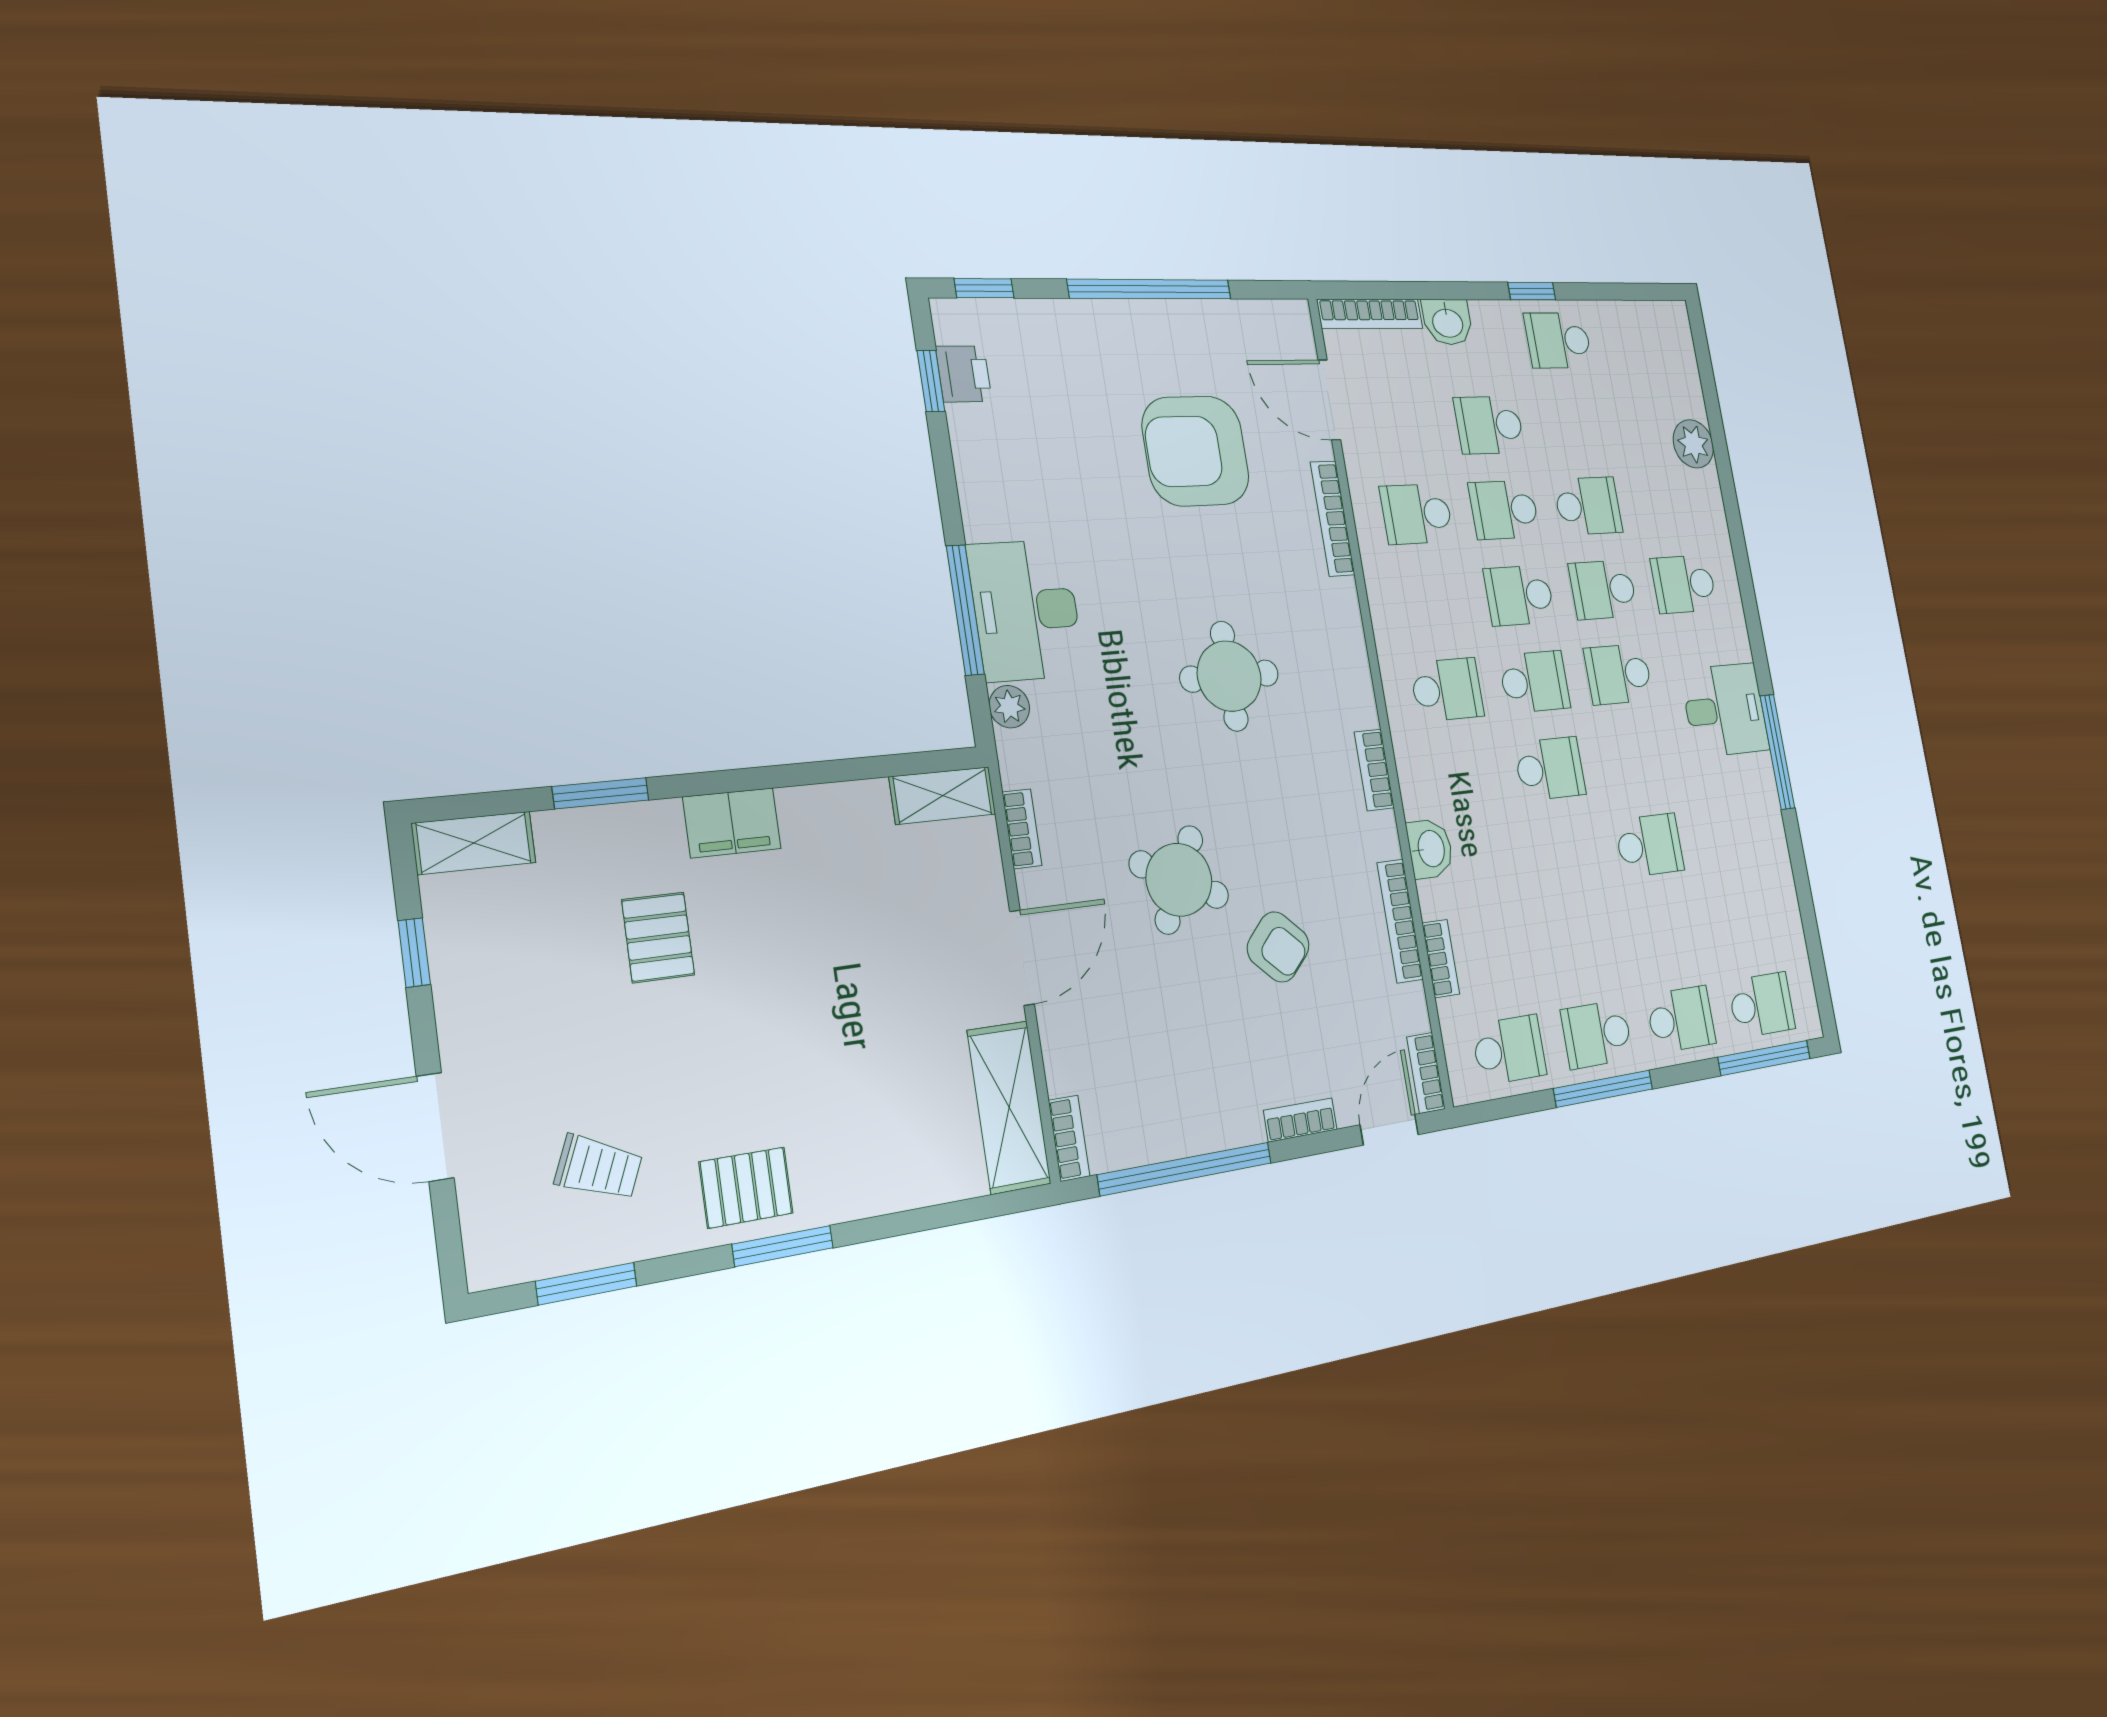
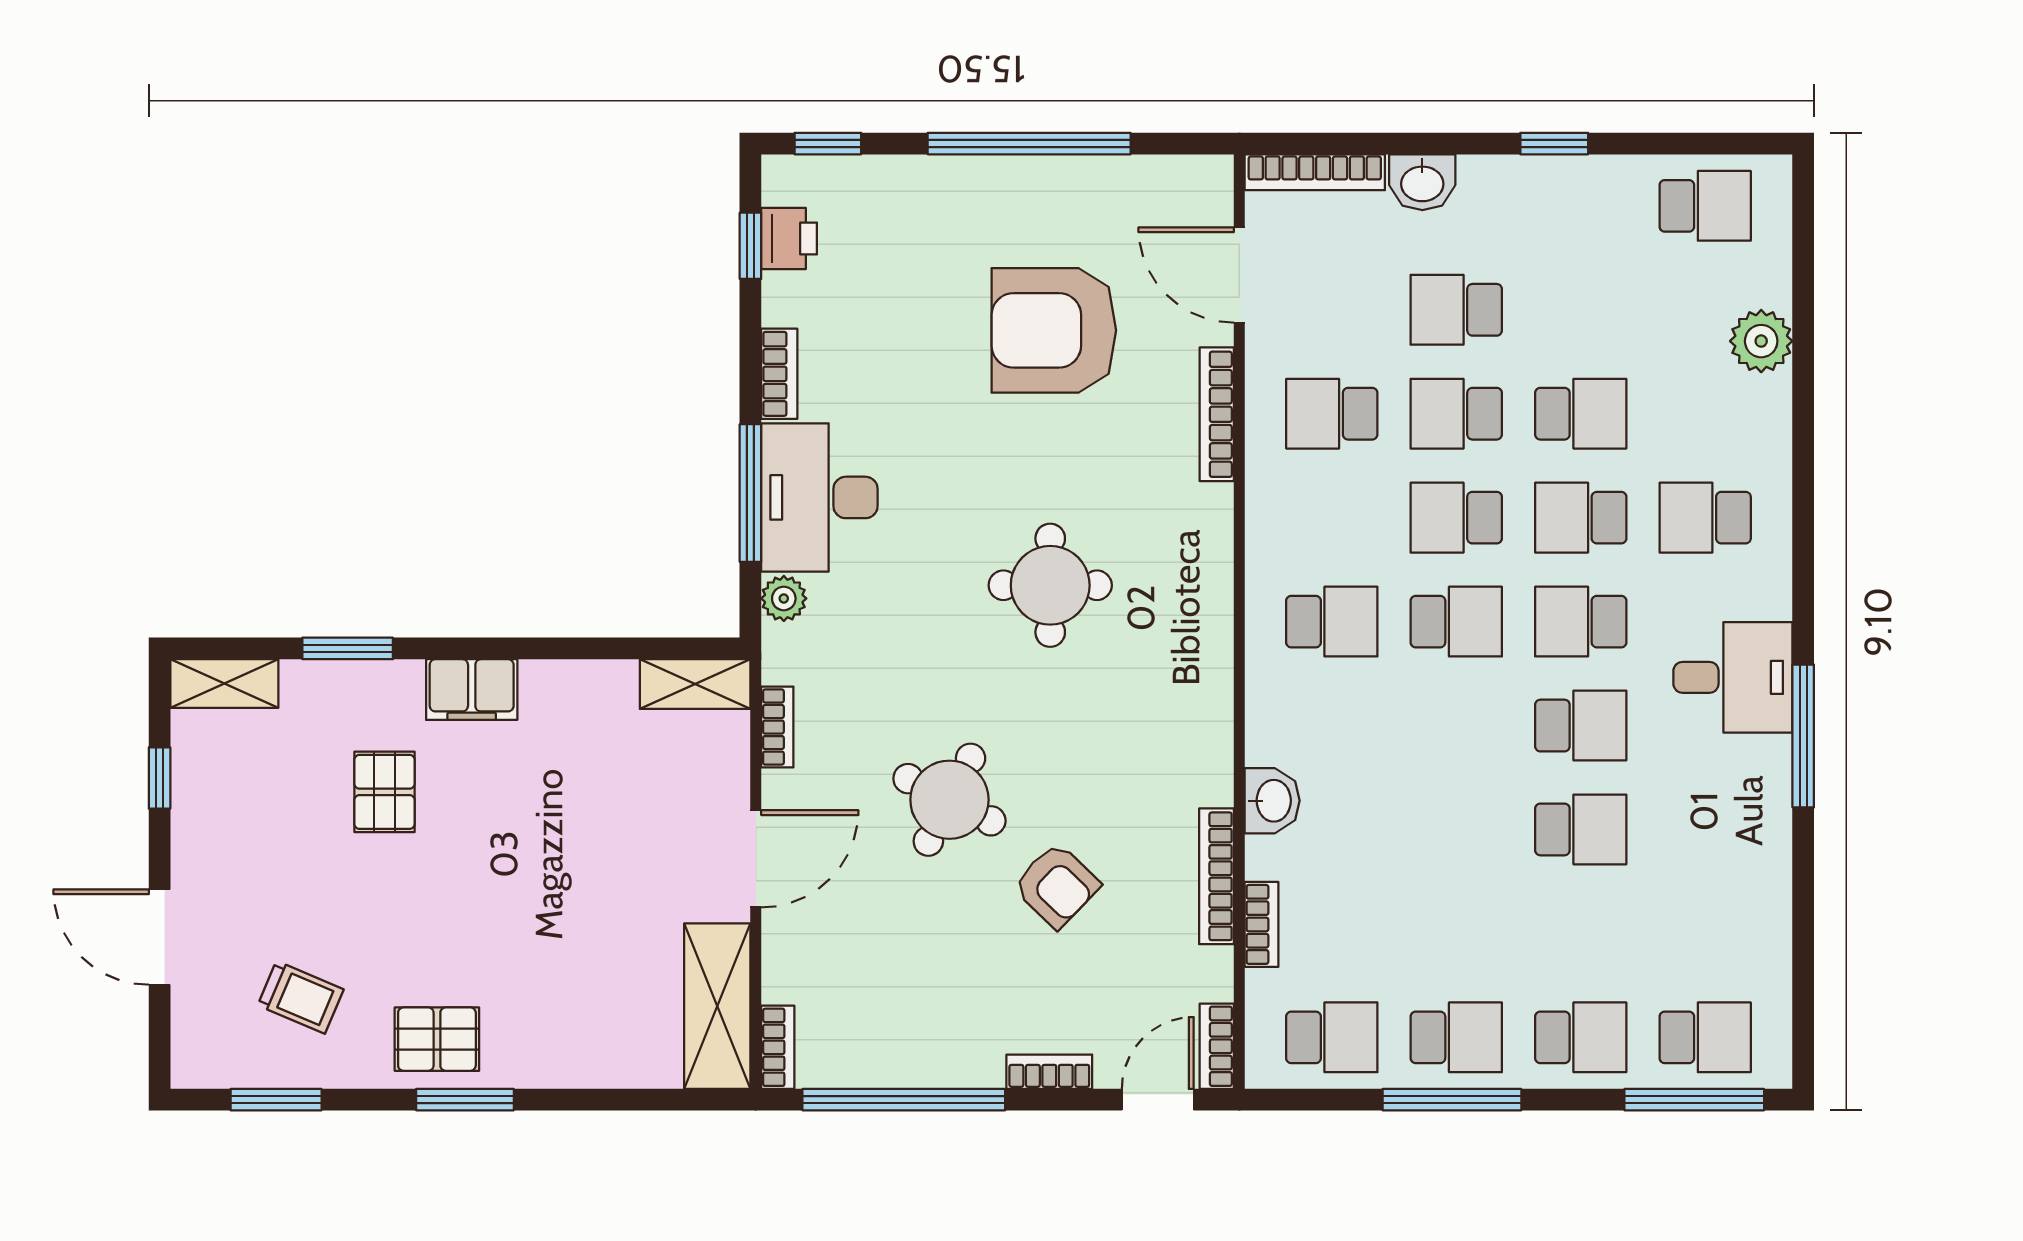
school desk: (1558, 340) -> (1705, 206), moved, turned 180
school desk: (1550, 769) -> (1581, 726), moved
bookcase: (1374, 770) -> (779, 374), moved, turned 180
school desk: (1597, 1034) -> (1456, 1037), turned 180

